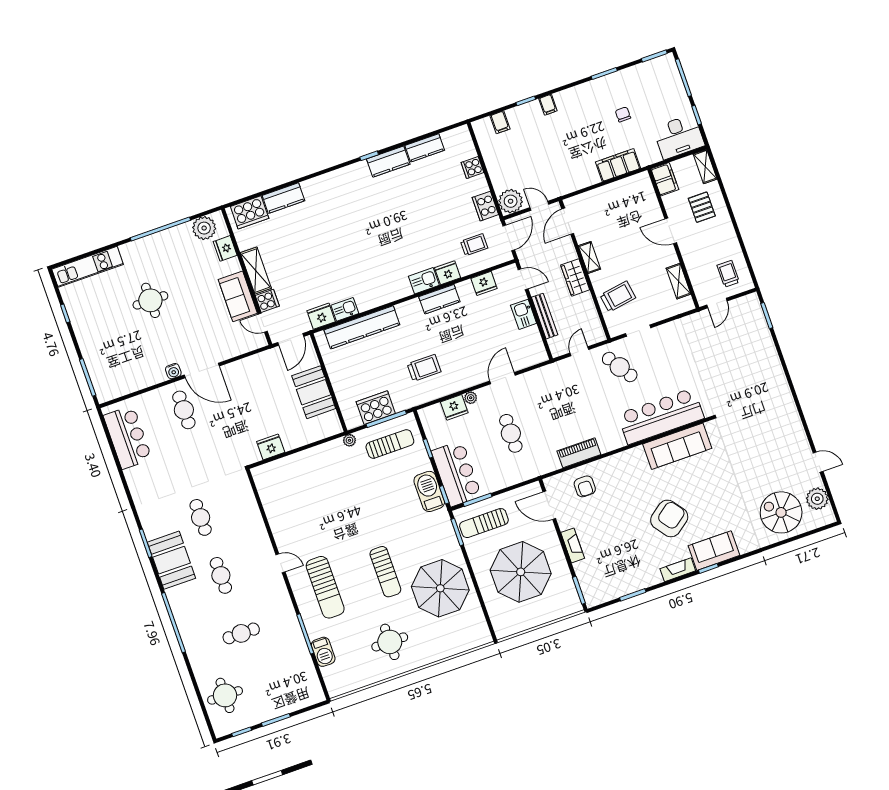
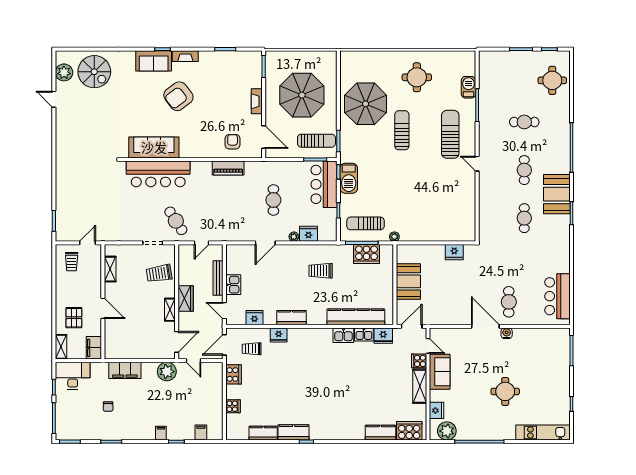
plant: (511, 201) -> (167, 372), moved
kitchen sink: (424, 281) -> (343, 335), moved

